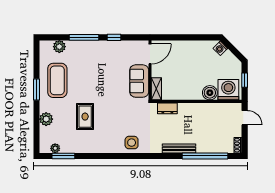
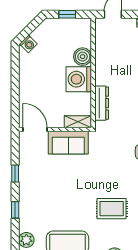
window: (84, 37) -> (15, 210), width x0.46
washing machine: (228, 90) -> (79, 79), moved
dresser: (167, 108) -> (102, 103), width x1.44

